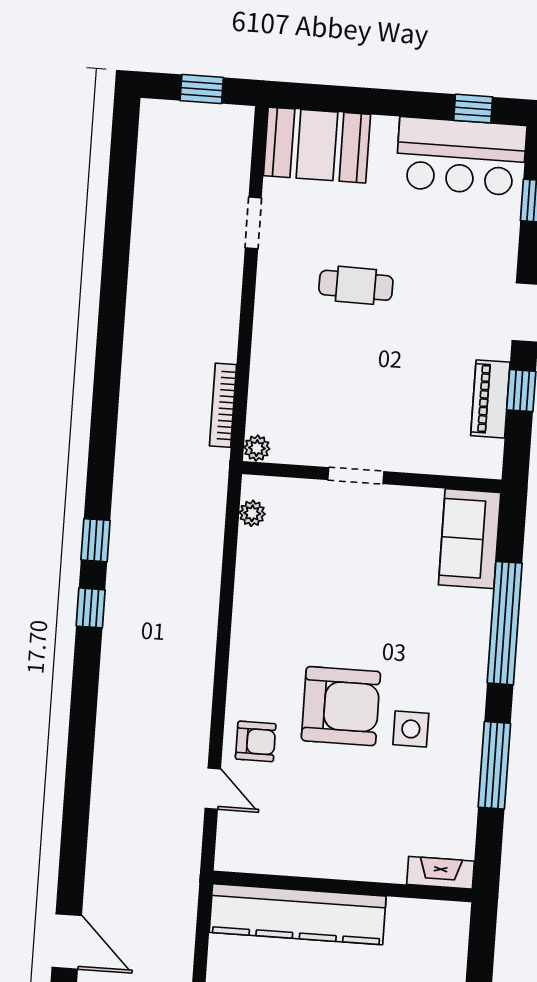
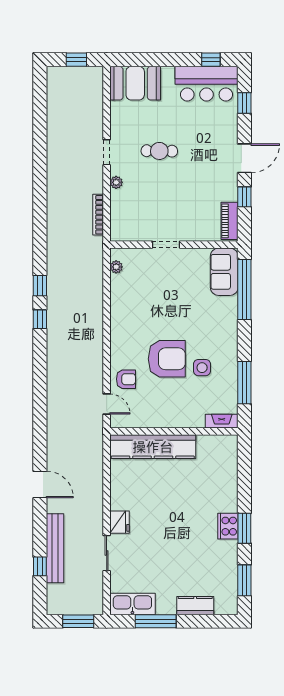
doorway: (253, 223) -> (107, 152), moved
piano: (490, 399) -> (230, 221), moved
plant: (257, 448) -> (116, 182), moved
window: (505, 623) -> (244, 290), moved
fireplace: (440, 873) -> (222, 421), moved
wall: (342, 886) -> (174, 431), moved
kitchen counter: (298, 914) -> (153, 447), moved

